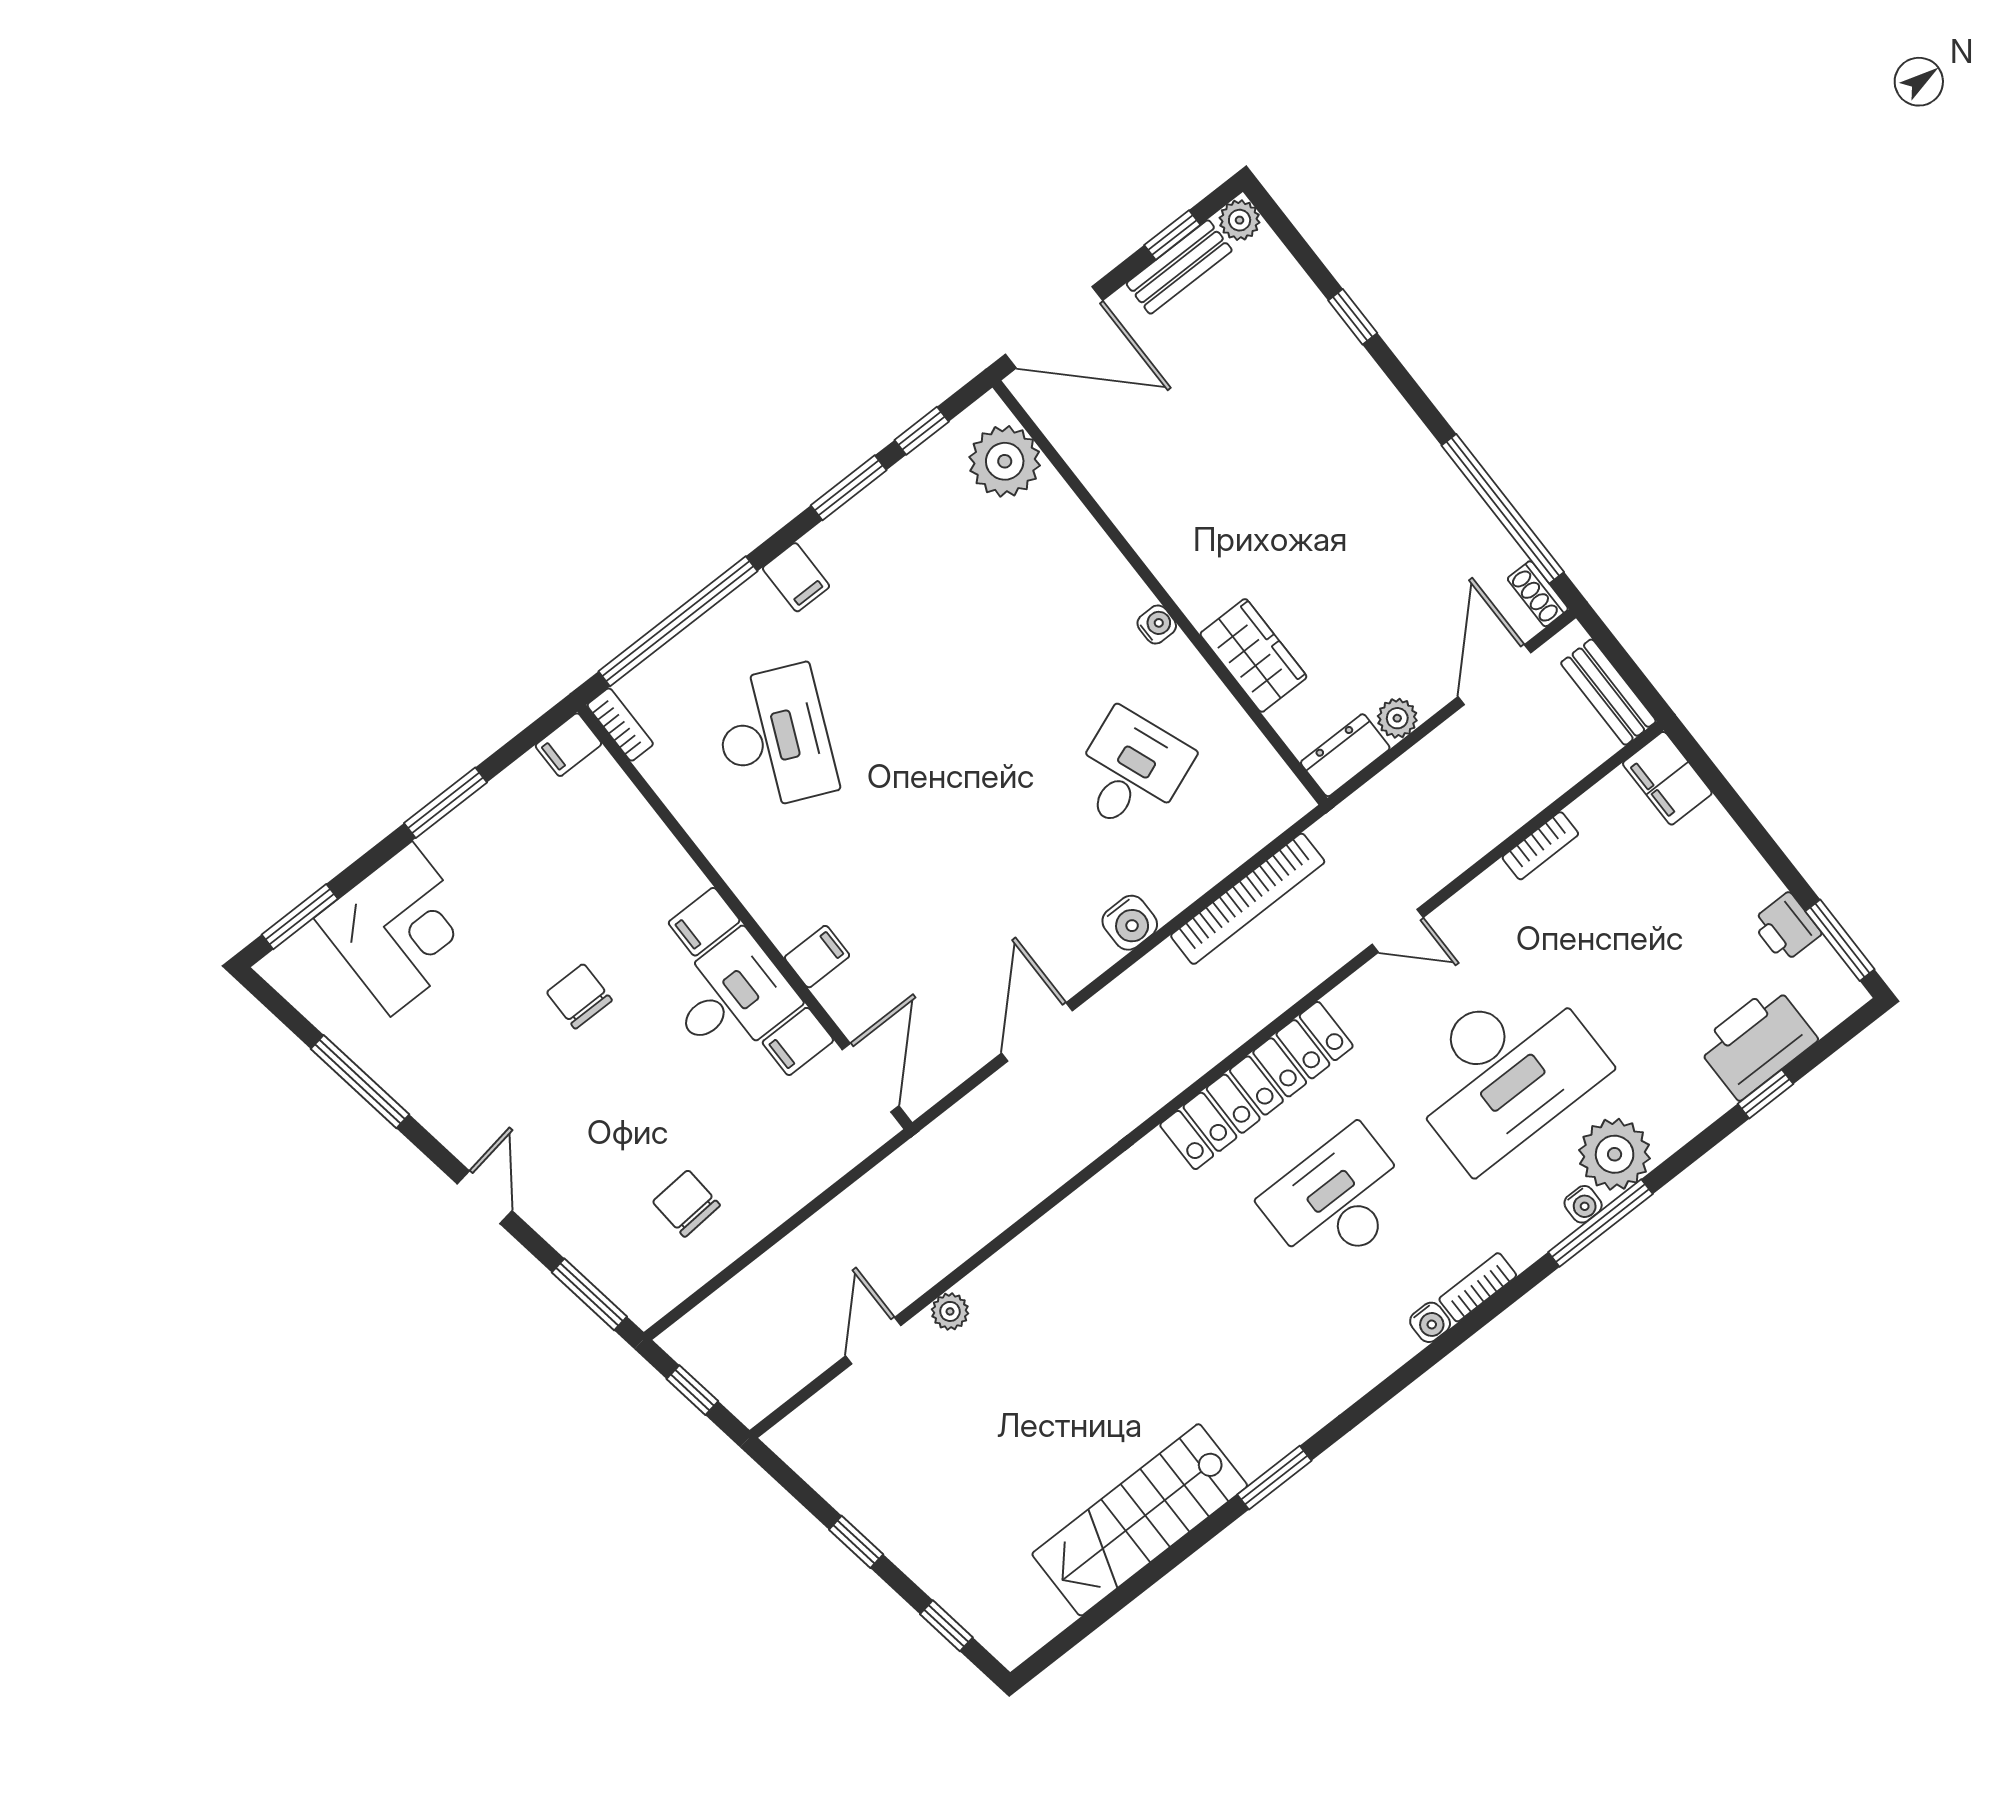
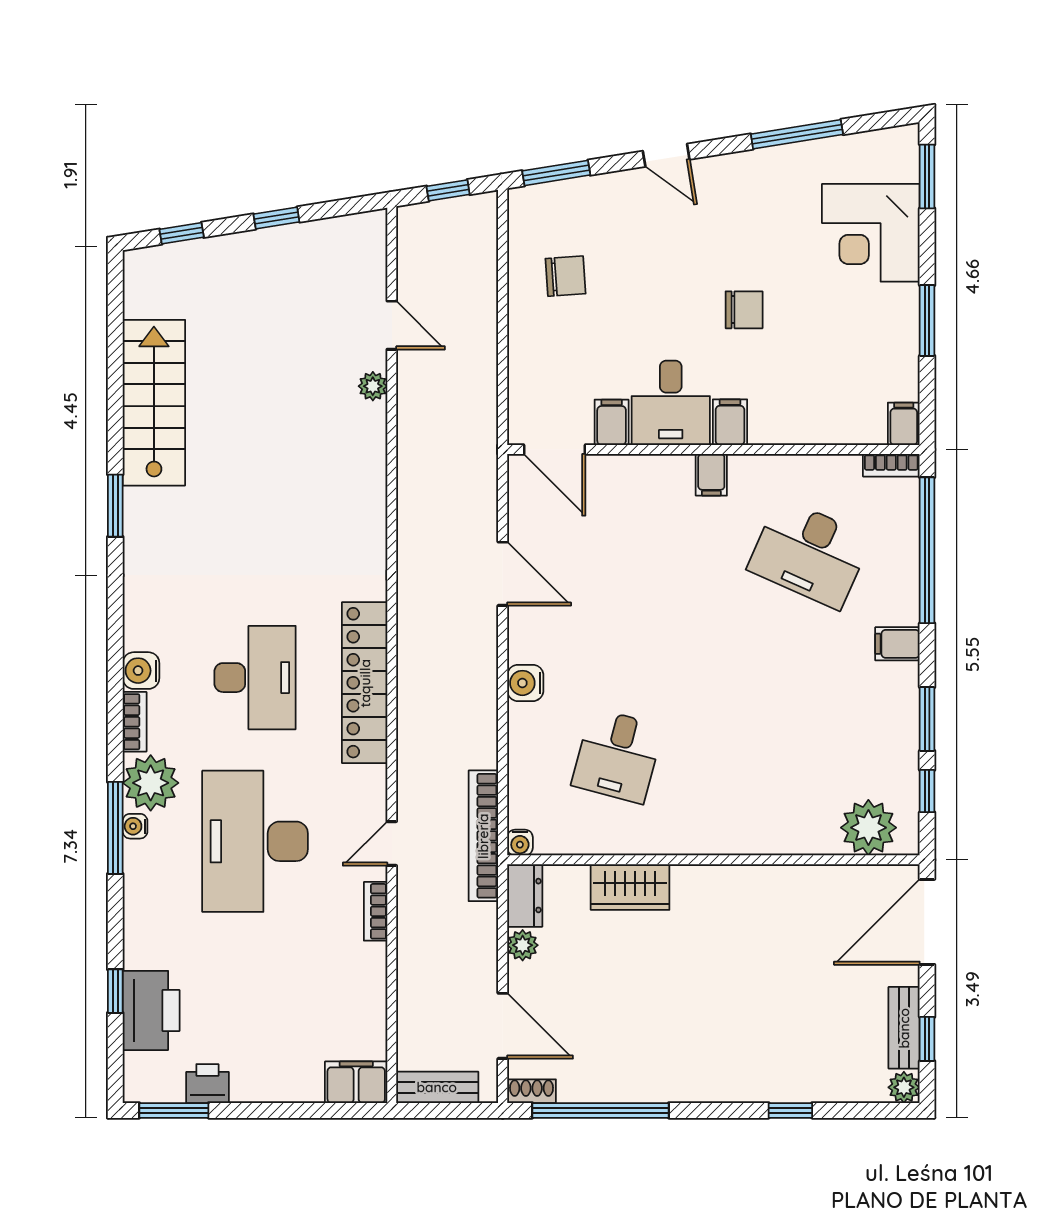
water cooler: (1157, 625) -> (520, 843), moved
desk: (1131, 772) -> (617, 756), turned 36
bookcase: (1540, 846) -> (376, 911), moved
bookcase: (1248, 899) -> (483, 836), moved
filing cabinet: (817, 957) -> (711, 475), moved
plant: (1615, 1154) -> (151, 783), moved
water cooler: (1430, 1322) -> (141, 671), width x1.38, depth x1.38

